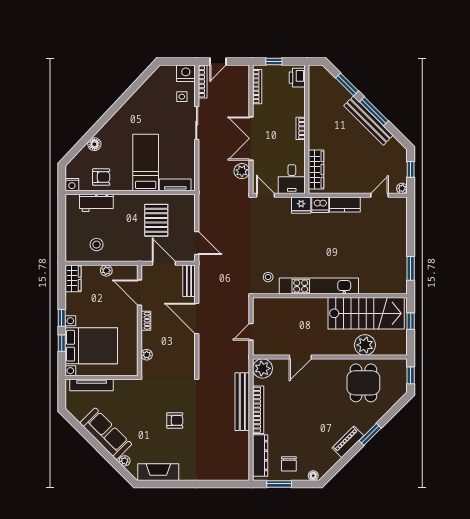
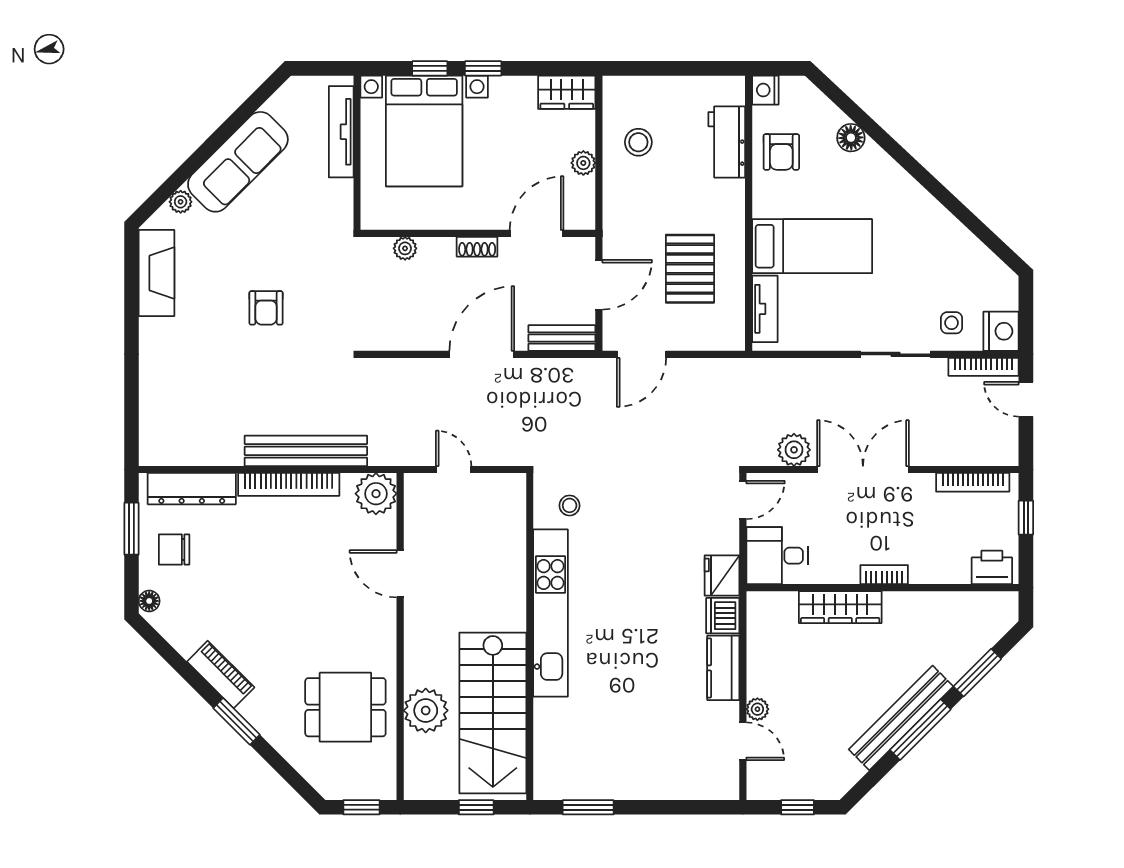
wardrobe: (316, 170) -> (840, 607), moved
plant: (402, 188) -> (757, 709), moved
pallet: (156, 220) -> (690, 269), turned 90

